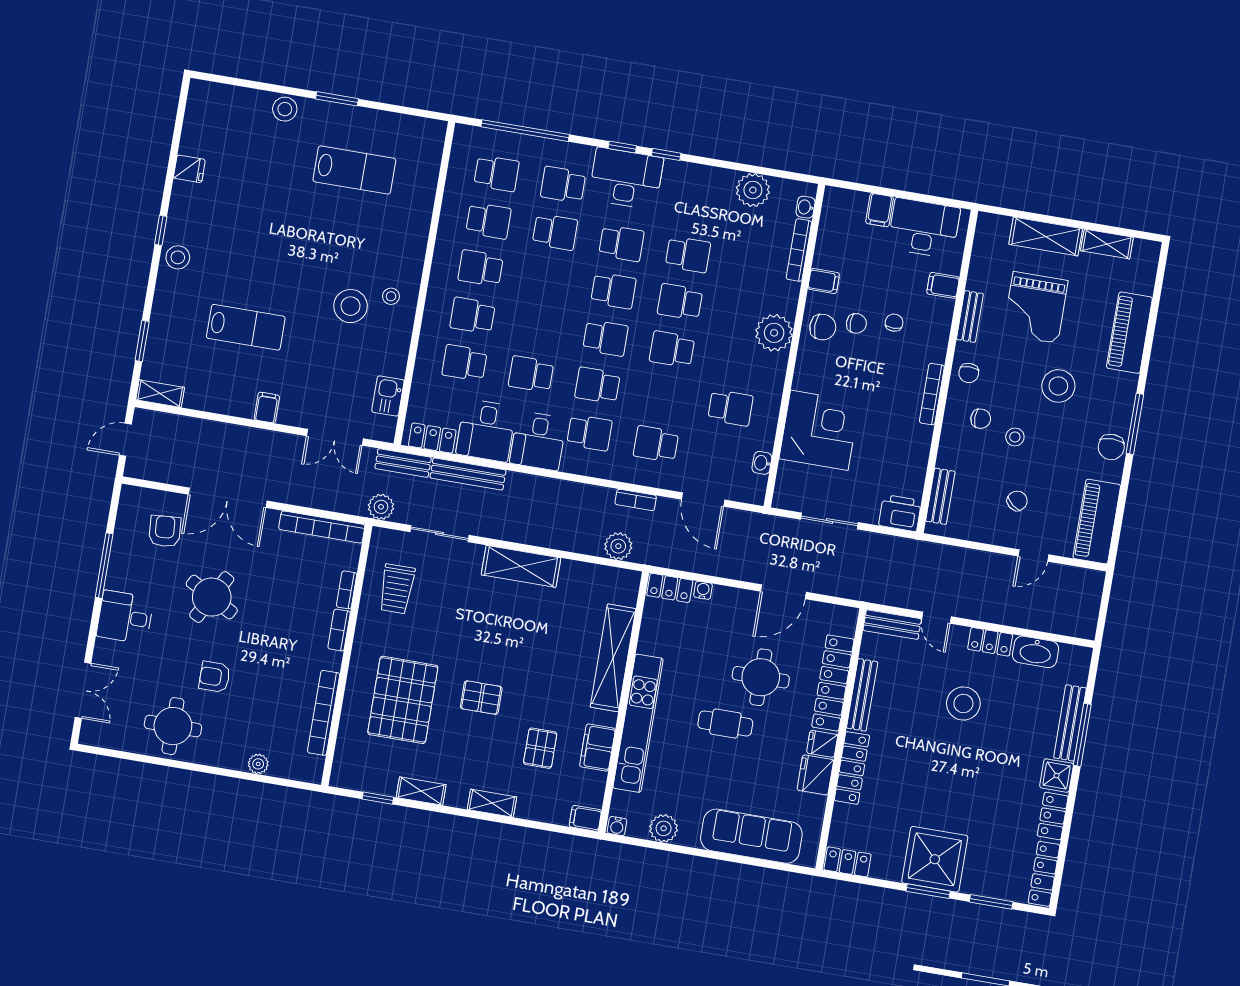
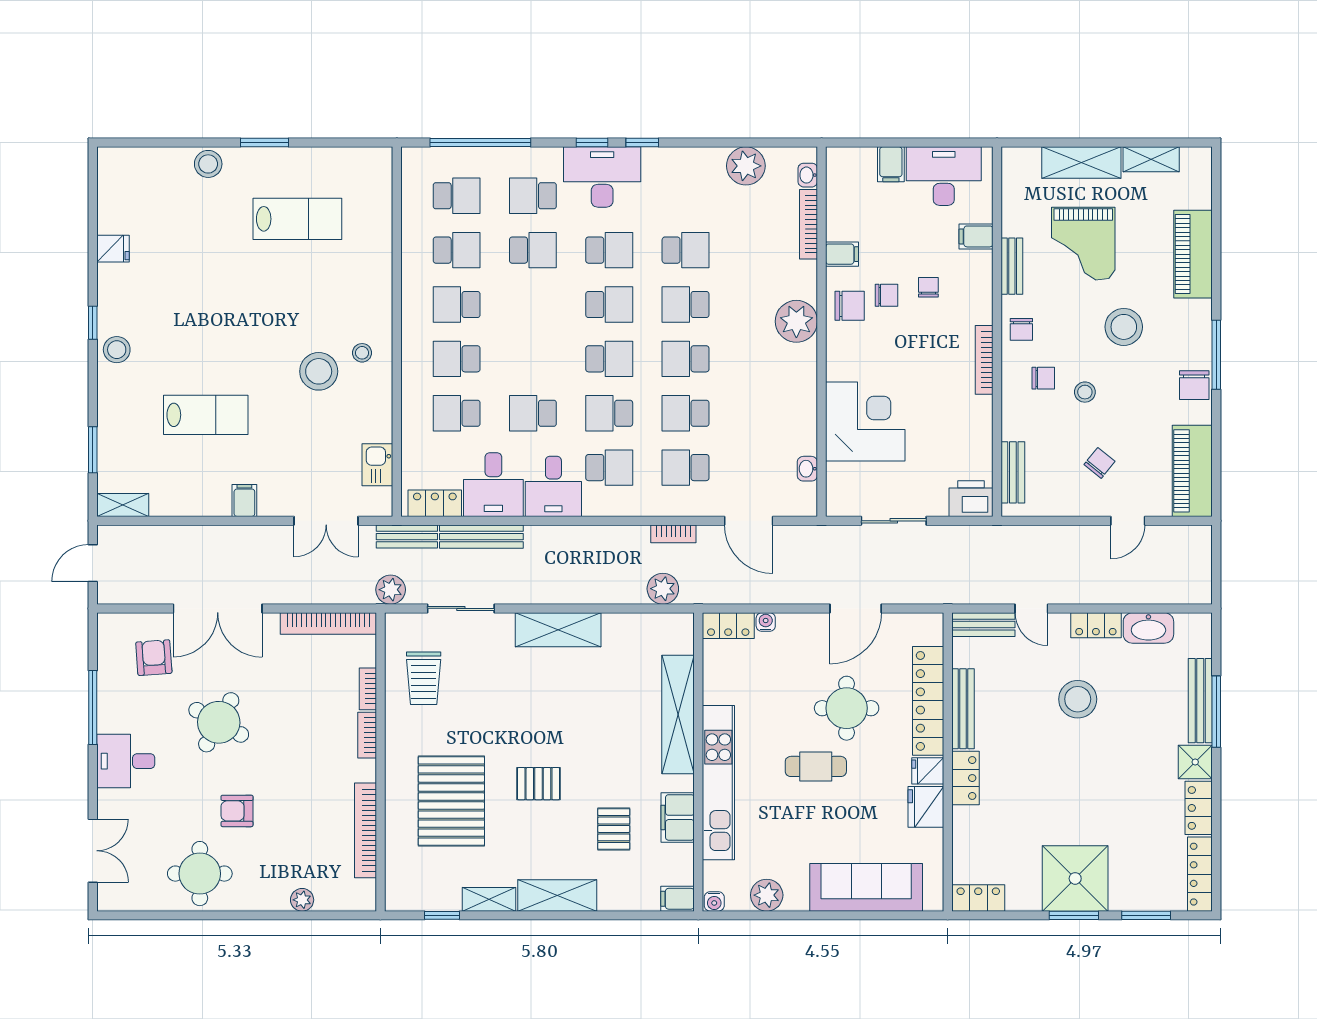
school desk: (730, 408) -> (686, 413), moved, turned 180
locker: (852, 768) -> (965, 778), width x0.66
shelving: (492, 803) -> (557, 895), width x1.50, depth x1.33

